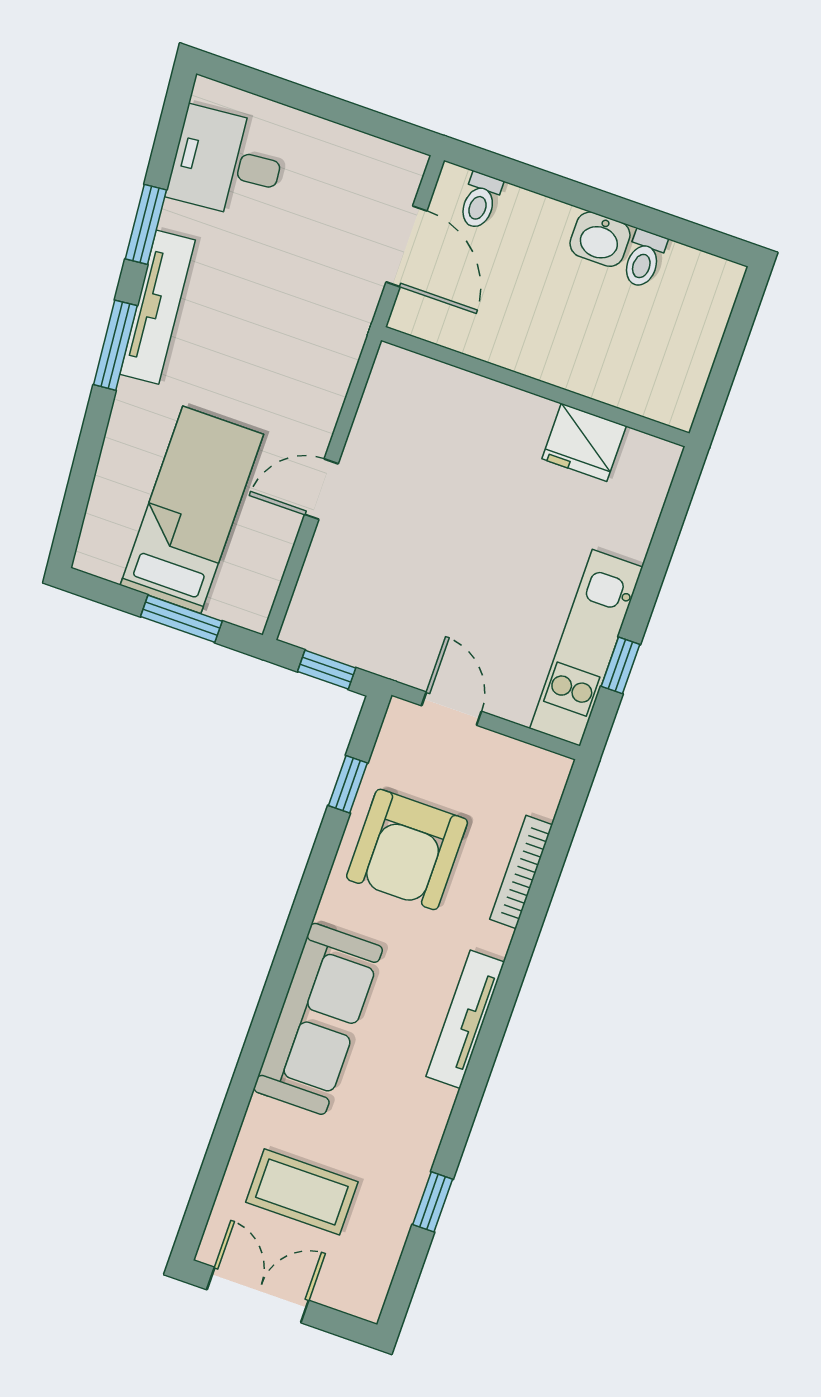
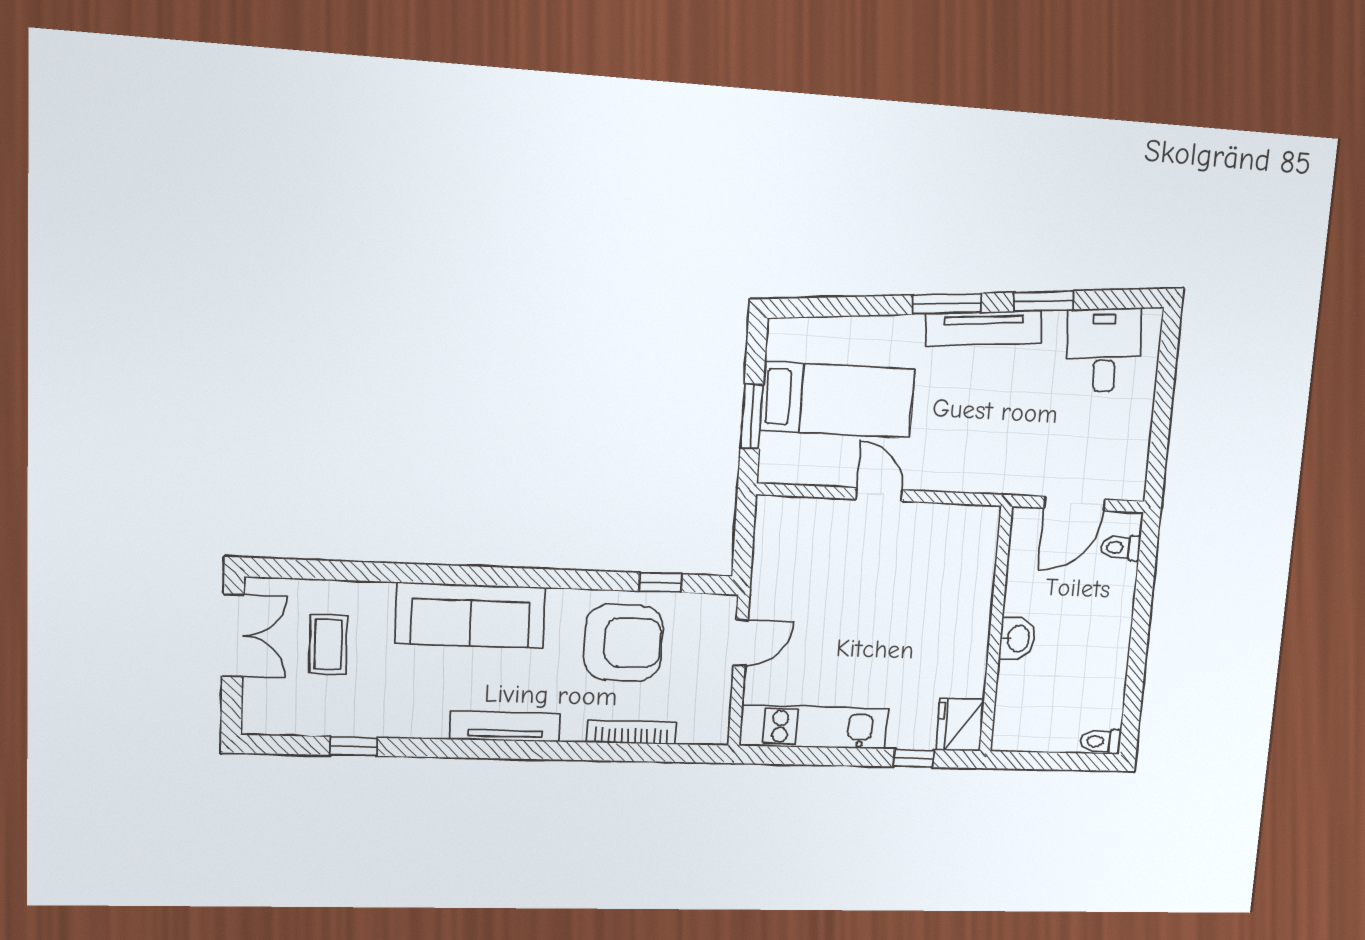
washbasin: (600, 239) -> (1017, 639), moved, turned 180
toilet: (644, 259) -> (1101, 741), moved
fridge: (584, 442) -> (960, 725), moved
window: (620, 665) -> (914, 758), moved
window: (327, 670) -> (744, 540), removed
armchair: (407, 849) -> (623, 642), turned 180
coffee table: (302, 1192) -> (328, 644), width x0.73, depth x0.77

